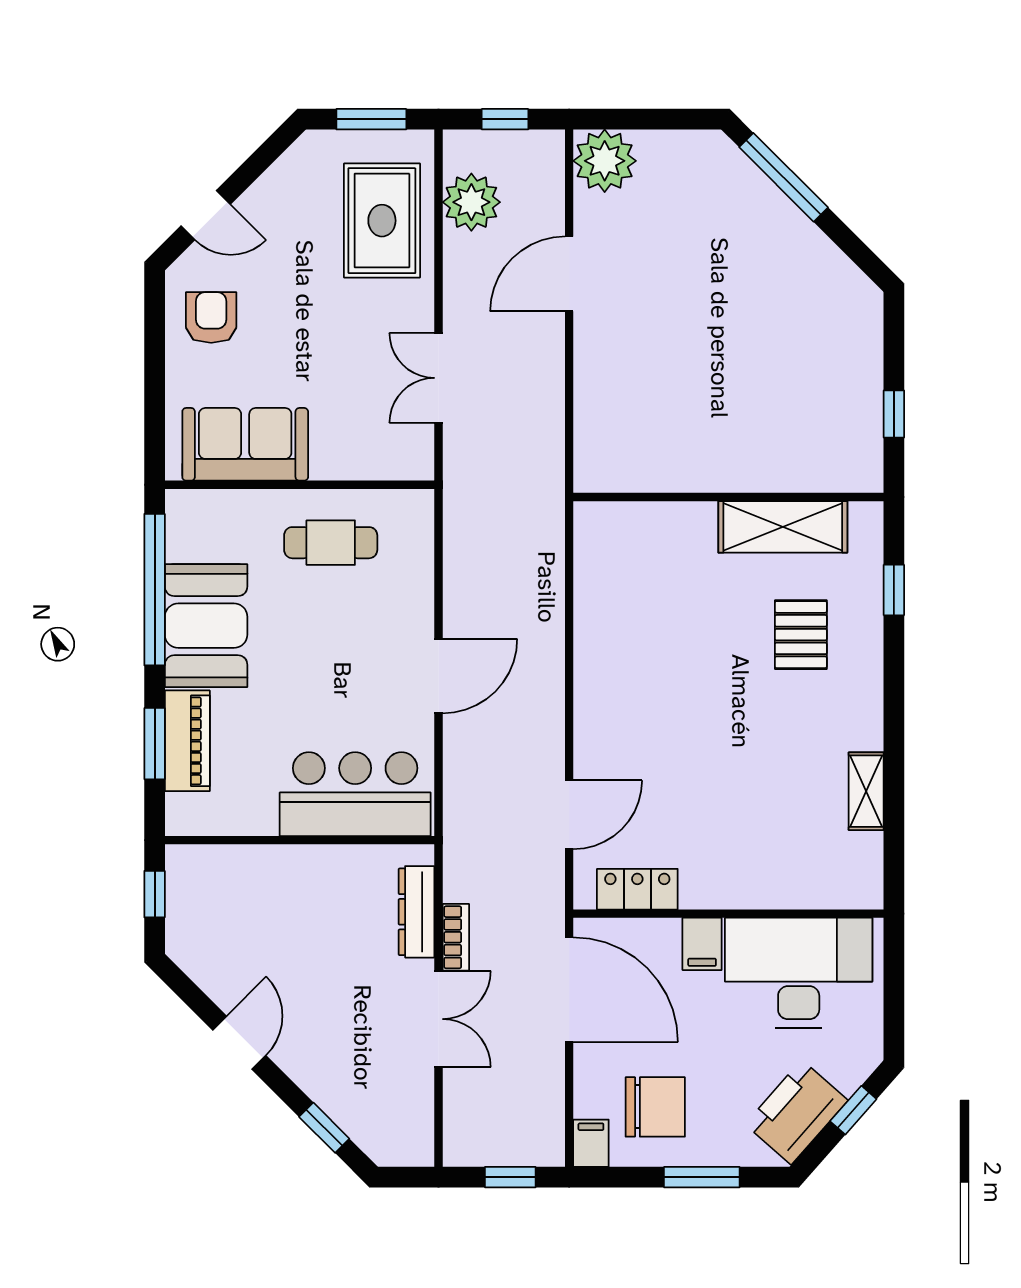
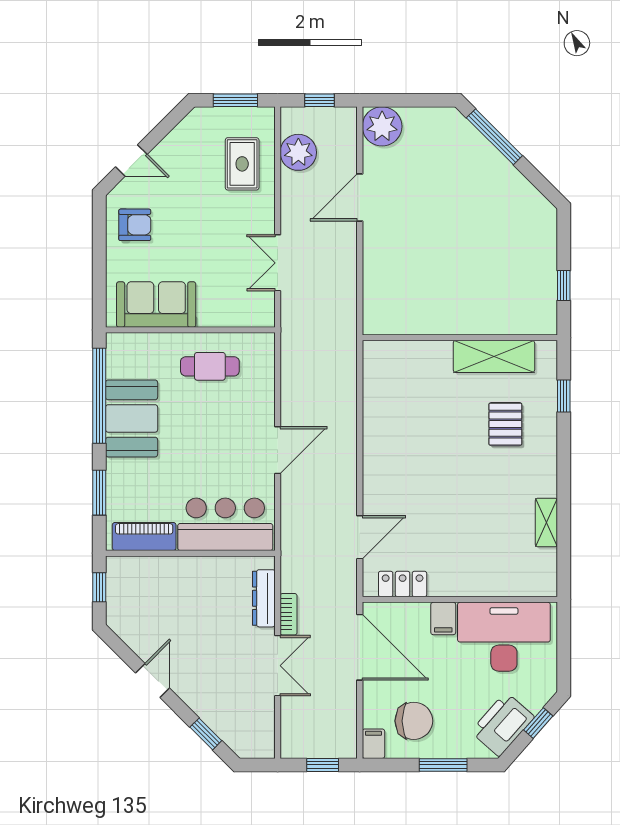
rug: (382, 221) -> (242, 164), width x0.73, depth x0.70
armchair: (211, 317) -> (135, 225), turned 90
piano: (187, 741) -> (144, 536), moved, turned -90

